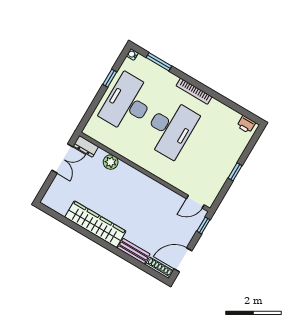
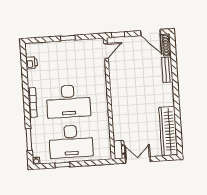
printer: (246, 124) -> (32, 63), moved
desk: (170, 128) -> (68, 101), turned 180
plant: (111, 162) -> (118, 126), removed
door: (195, 202) -> (106, 51), hinge flipped
wardrobe: (95, 224) -> (168, 131), moved

